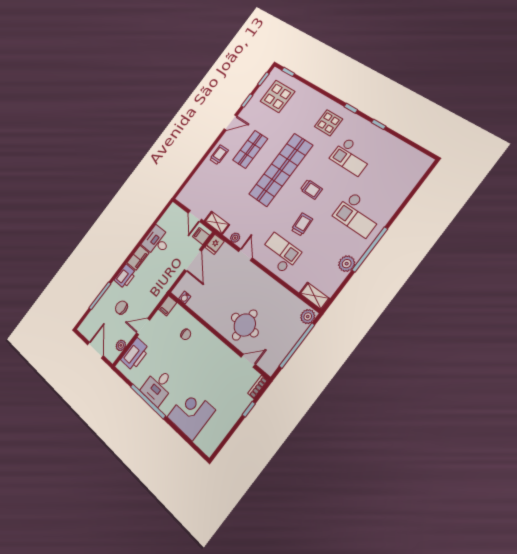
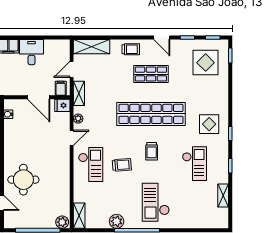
shelving: (400, 147) -> (223, 196), added
checkout: (352, 156) -> (194, 164), turned 180
shelving: (192, 187) -> (92, 47), added
door: (193, 260) -> (39, 97), hinge flipped

